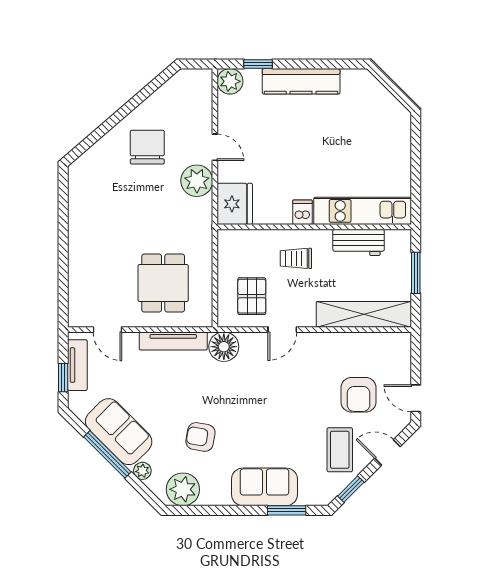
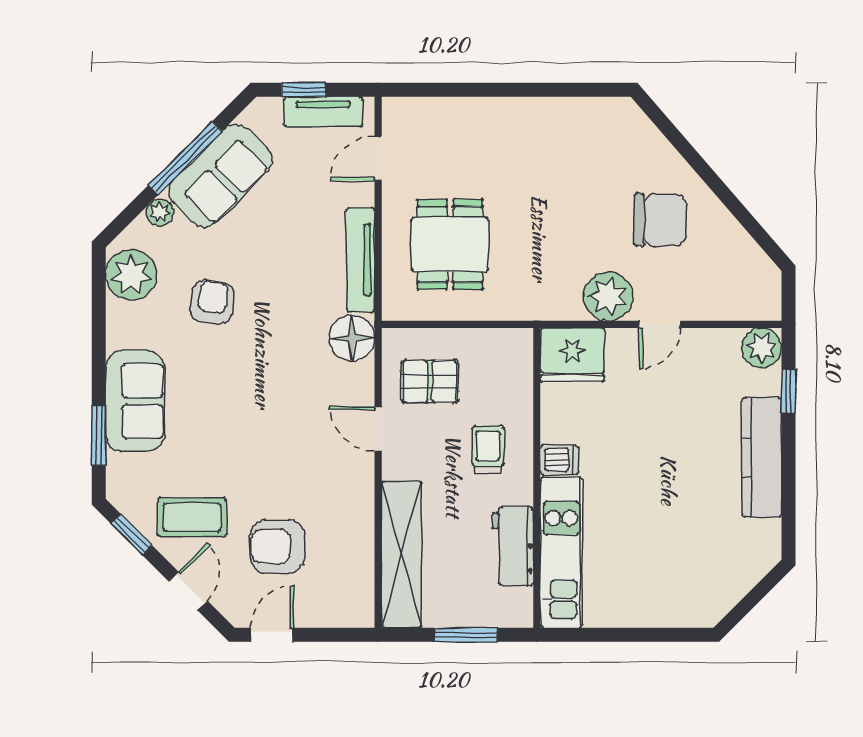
dining table: (163, 283) -> (450, 244), turned 90

